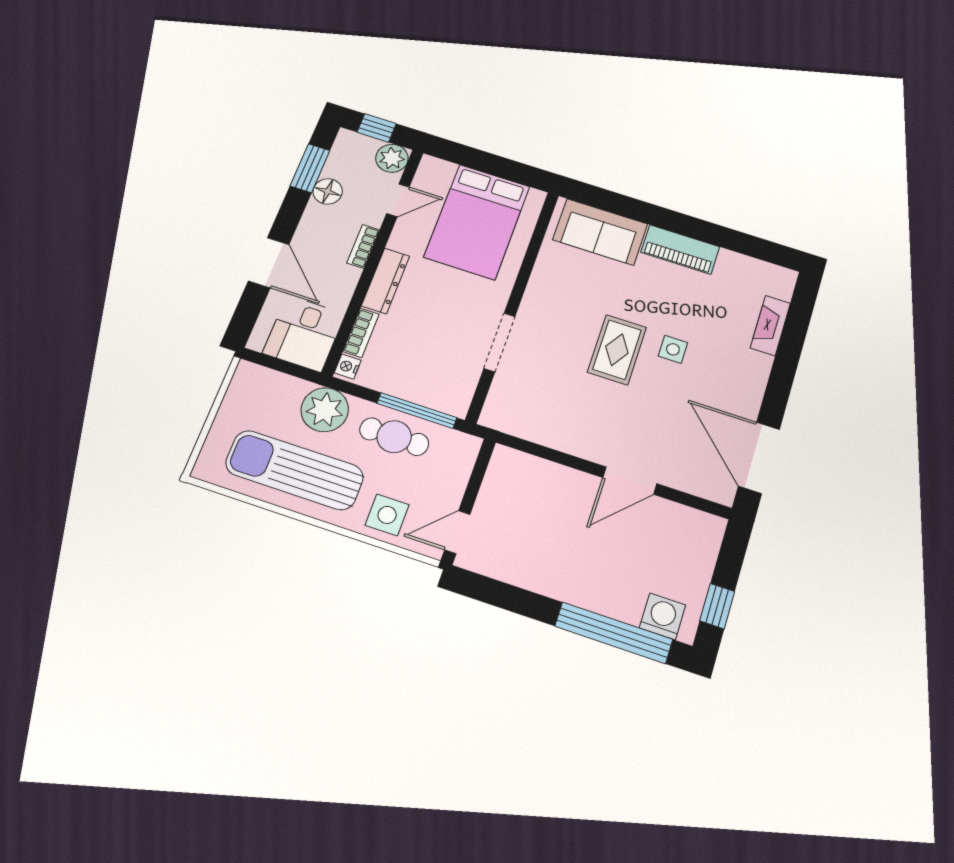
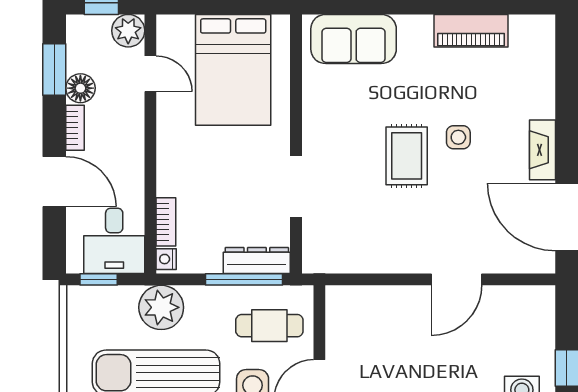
door: (398, 200) -> (150, 74), hinge flipped
bookcase: (363, 246) -> (75, 128), moved, turned 180
piano: (680, 250) -> (471, 31), moved
dresser: (386, 281) -> (257, 260), moved, turned -90
fireplace: (770, 326) -> (543, 150), moved
window: (274, 363) -> (99, 279), added
cafe table: (394, 437) -> (269, 326), moved

